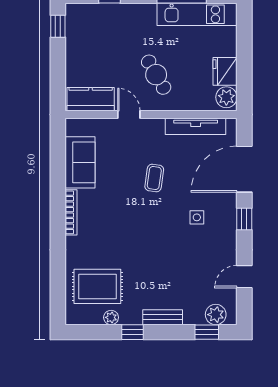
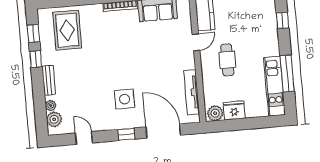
cafe table: (156, 75) -> (227, 60), turned -60
coffee table: (154, 178) -> (151, 65), removed
side table: (197, 217) -> (125, 99), width x1.87, depth x1.87
plant: (111, 317) -> (51, 105), moved
window: (207, 332) -> (33, 34), moved

